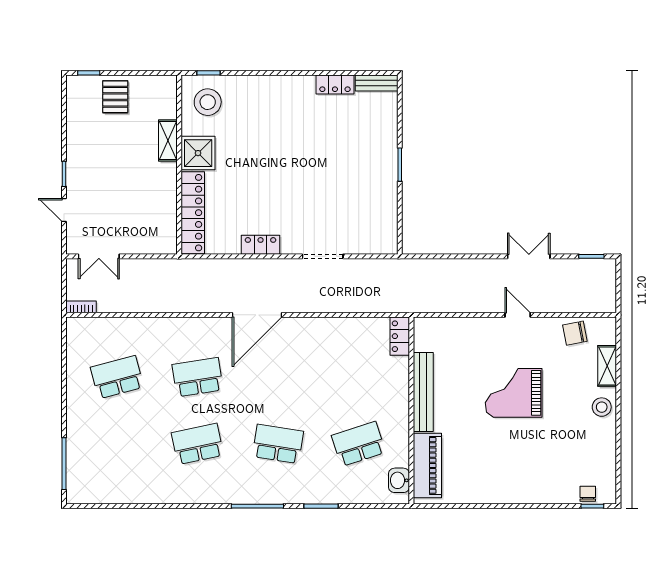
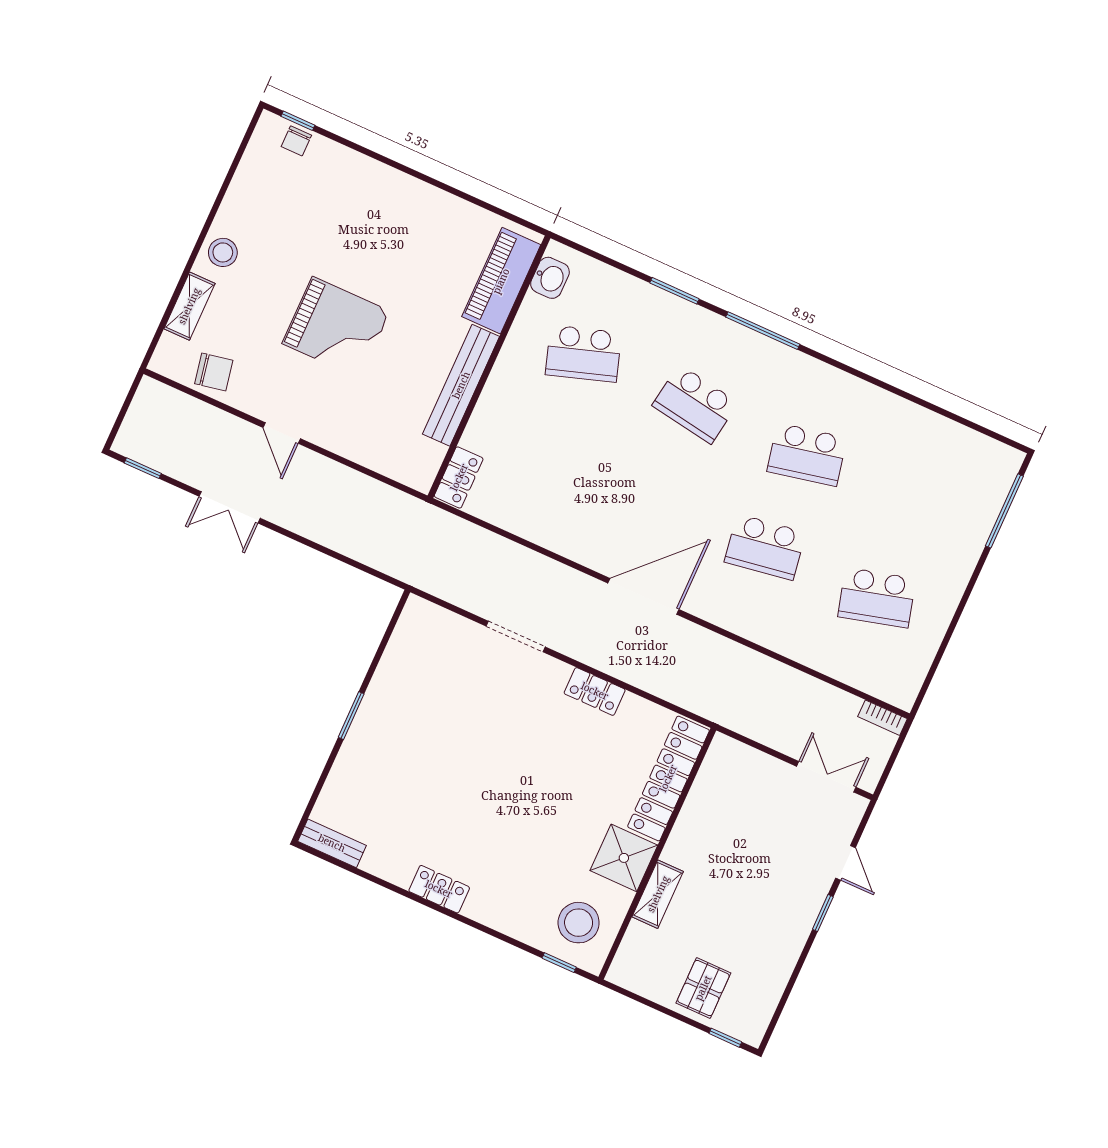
locker: (335, 84) -> (439, 889), moved

